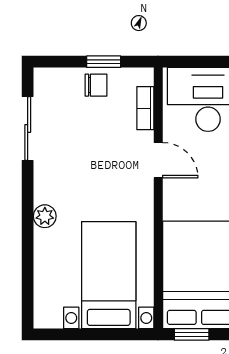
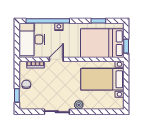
window: (104, 62) -> (17, 95), moved
sliding door: (28, 129) -> (57, 112), moved

